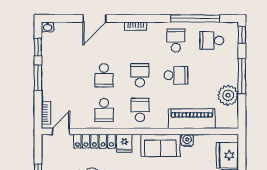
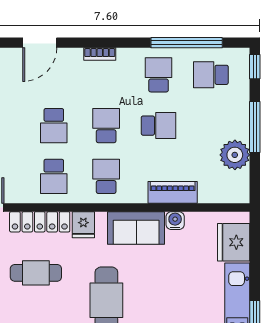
piano: (192, 119) -> (173, 192), width x0.73, depth x0.75

